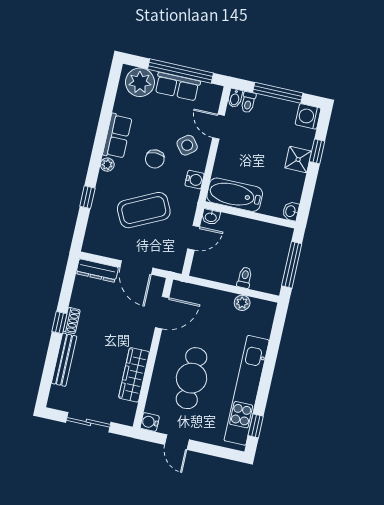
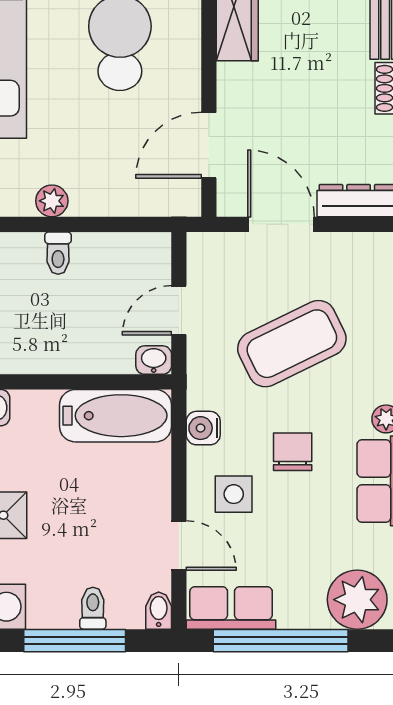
row of seats: (177, 87) -> (231, 608), moved
toilet: (248, 102) -> (93, 608), moved
side table: (187, 145) -> (234, 494), turned 38

